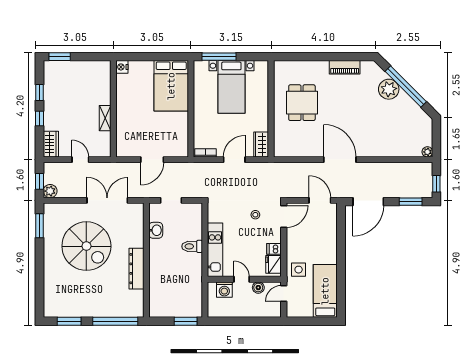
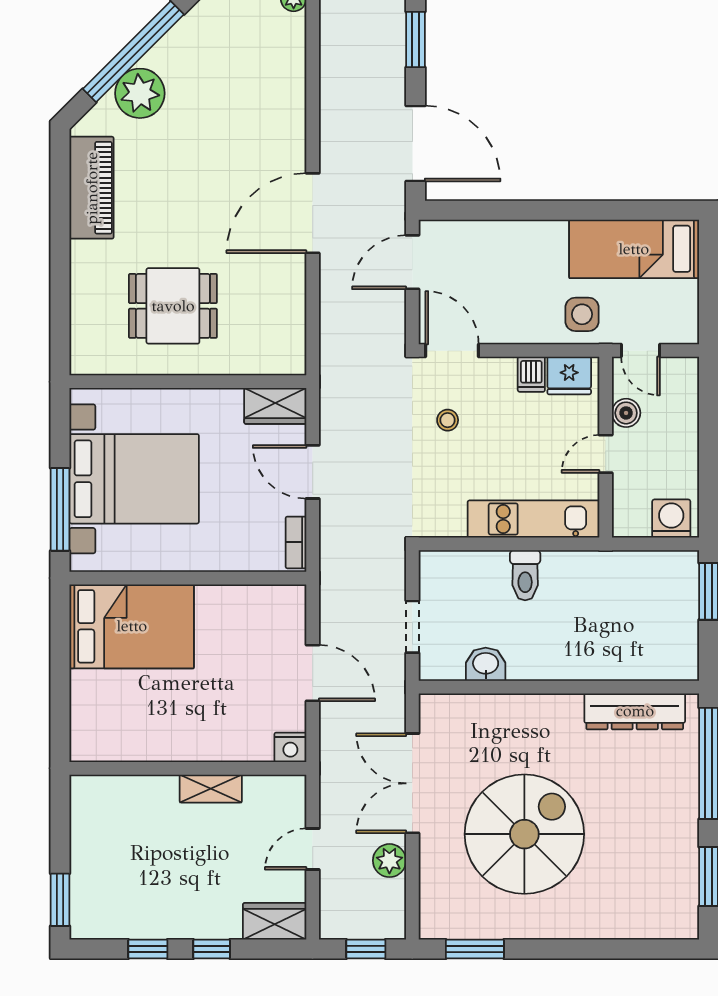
nightstand: (122, 67) -> (290, 747), moved
piano: (345, 67) -> (92, 188), width x1.37, depth x1.33
bed with nightstands: (231, 87) -> (134, 479), width x1.36
plant: (50, 191) -> (389, 861), moved
dresser: (137, 269) -> (635, 711), moved
washing machine: (224, 290) -> (671, 519), moved, turned -90

